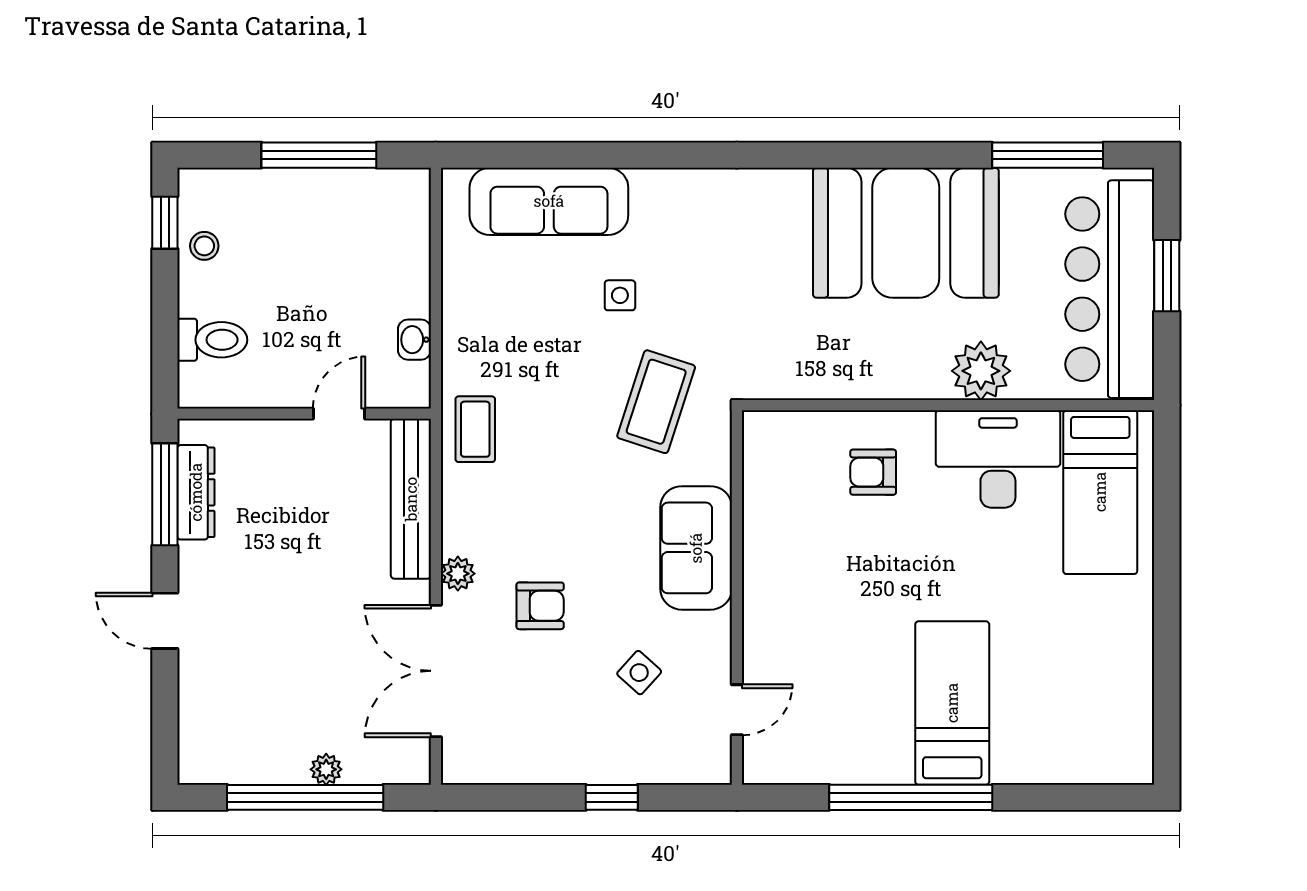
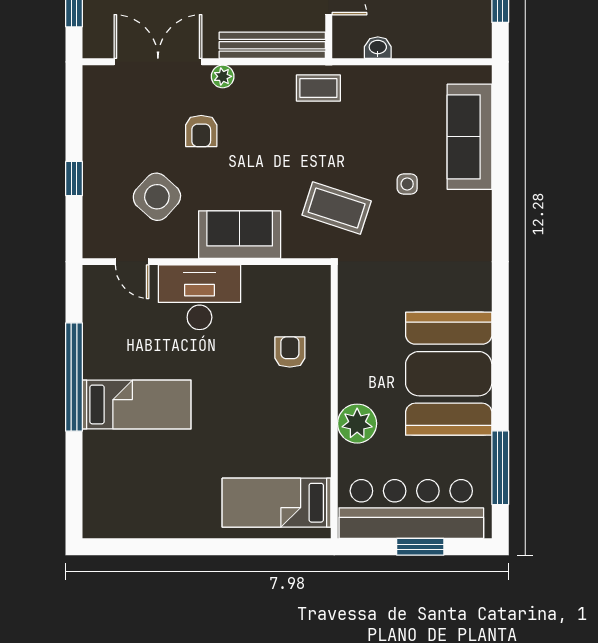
desk: (998, 459) -> (199, 297), moved, turned -90
side table: (639, 673) -> (157, 197), width x1.87, depth x1.87

